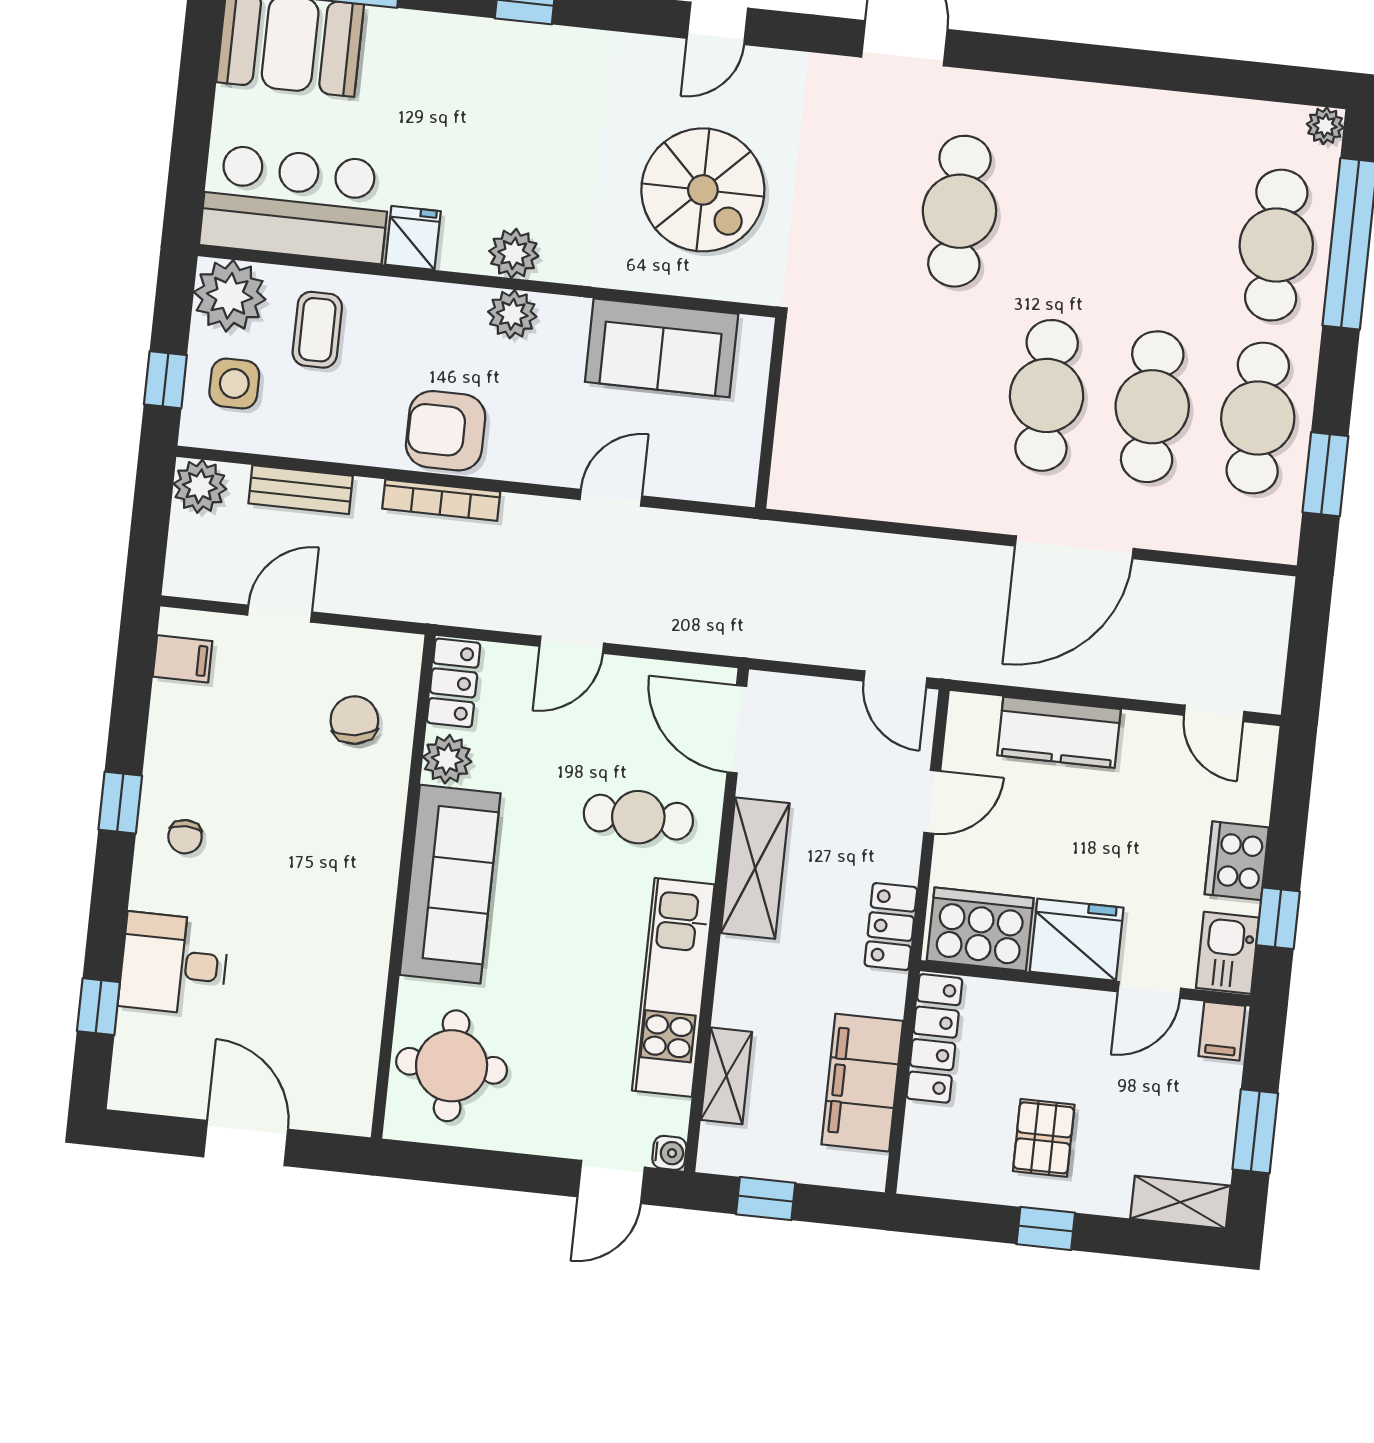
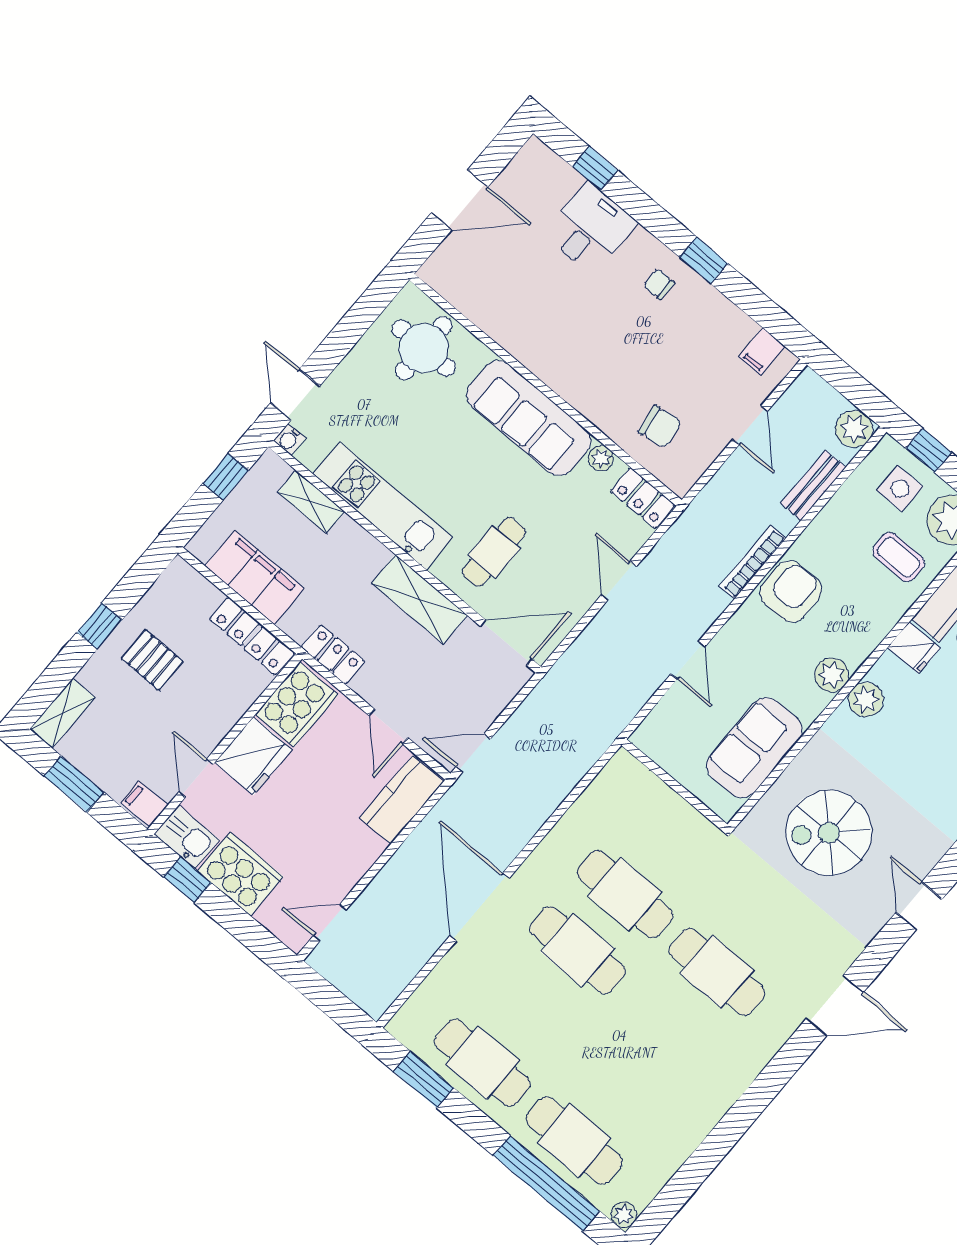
cafe table: (1152, 407) -> (625, 894), moved
kitchen counter: (1059, 732) -> (402, 800), moved
plant: (447, 759) -> (601, 458), width x0.73, depth x0.73
cooker: (1237, 861) -> (240, 874), width x1.37, depth x1.31

